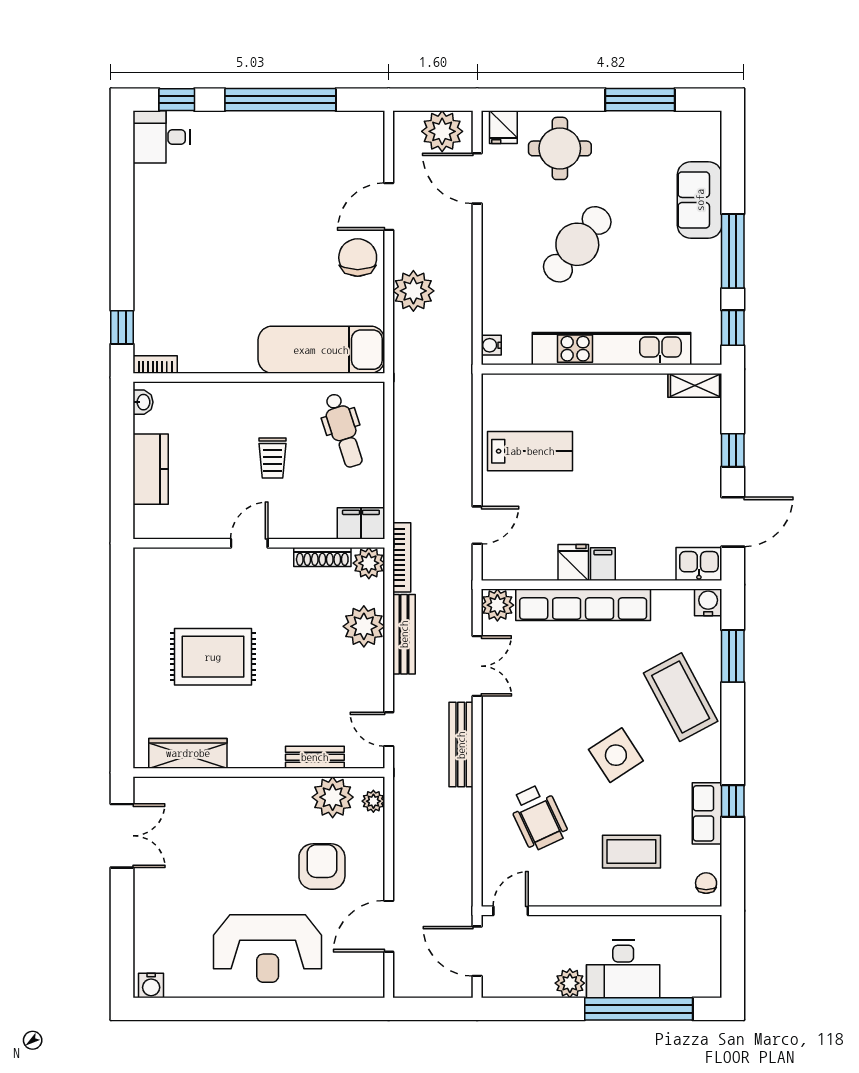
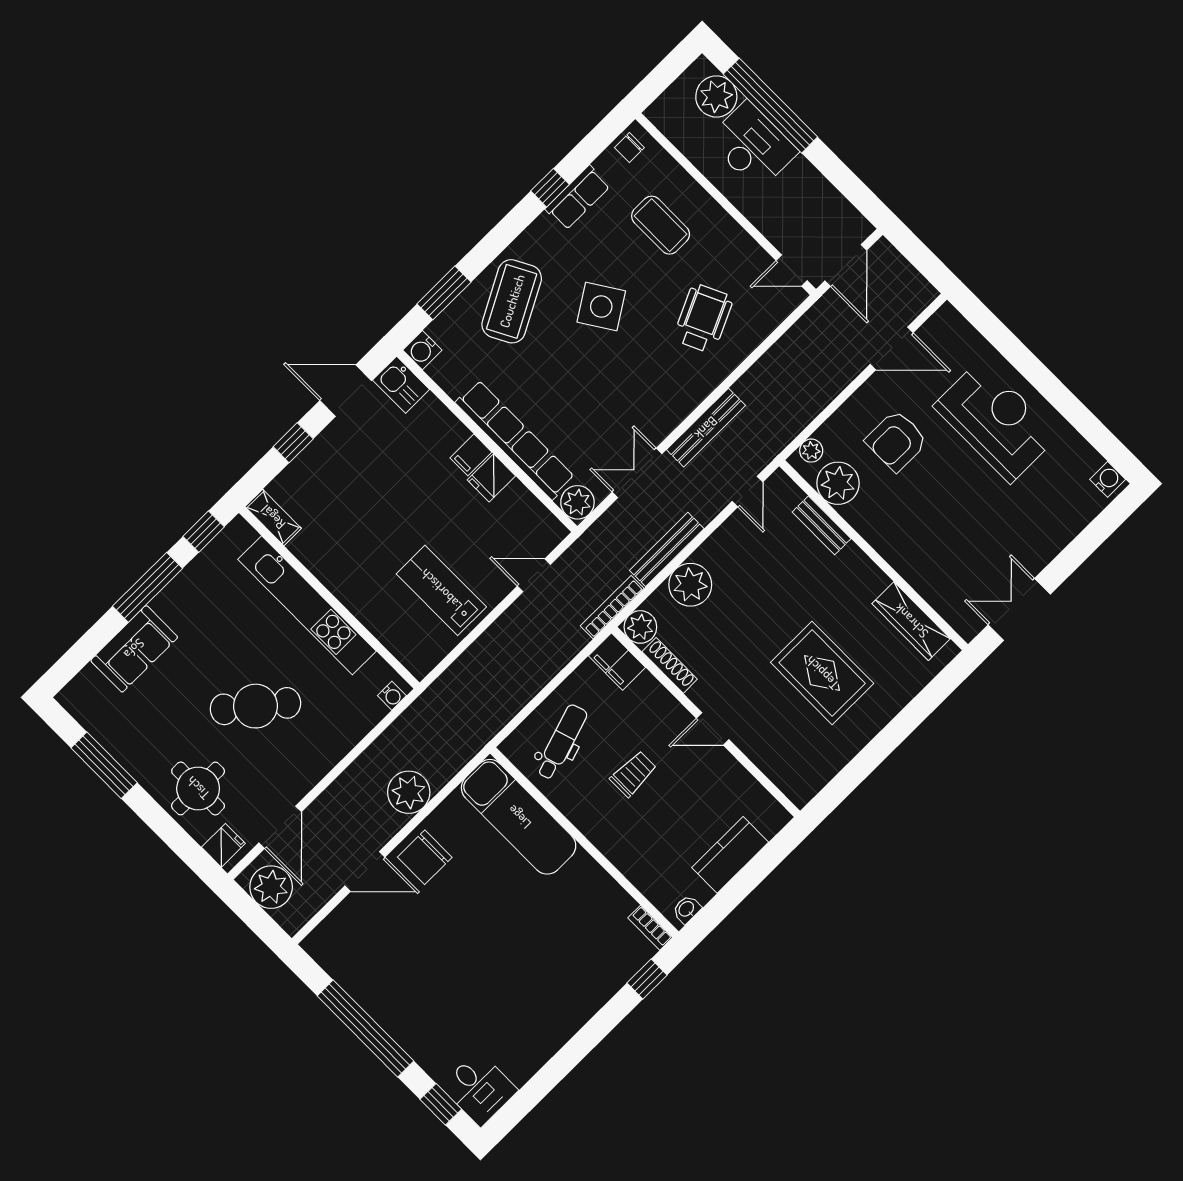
plant: (570, 983) -> (716, 96), moved, width x1.36, depth x1.36

